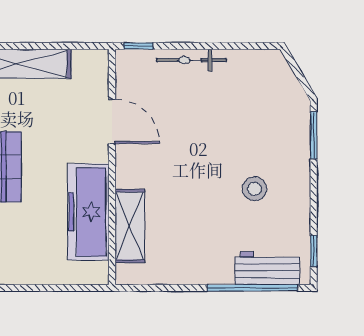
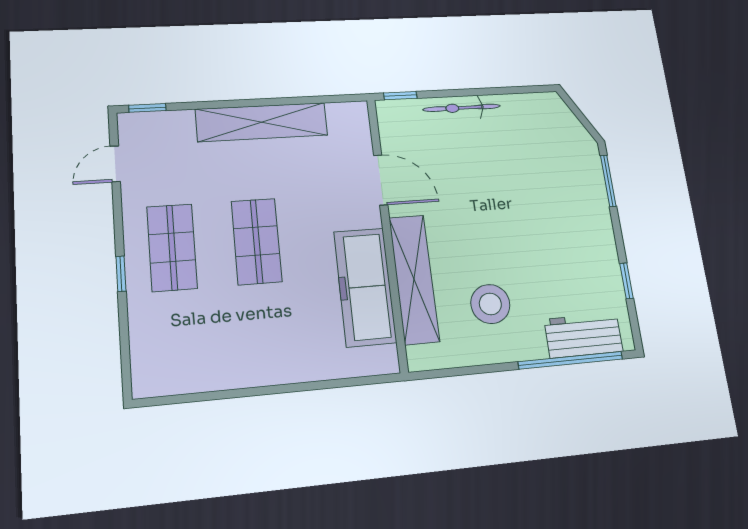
stool: (254, 189) -> (490, 304), moved, width x1.38, depth x1.38
shelving: (130, 226) -> (414, 279), width x1.47
window: (314, 251) -> (626, 281), moved

